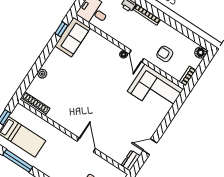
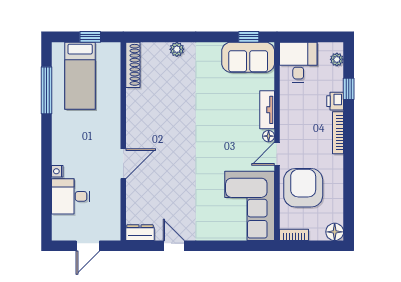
tv unit: (108, 46) -> (267, 110), added
armchair: (165, 54) -> (303, 188), width x1.88, depth x1.88

